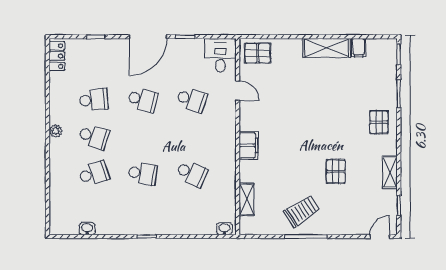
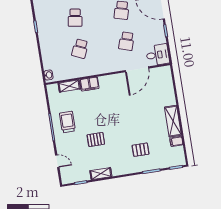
pallet: (258, 53) -> (163, 78), removed
door: (238, 91) -> (137, 69), width x1.87
pallet: (379, 122) -> (141, 150), moved
filing cabinet: (249, 145) -> (89, 84), moved
trolley: (302, 211) -> (67, 122), turned -147
door: (380, 237) -> (57, 161), moved

